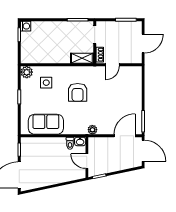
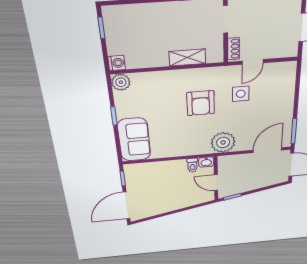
washing machine: (26, 26) -> (117, 63), moved
shelving: (82, 58) -> (187, 57), moved
side table: (46, 83) -> (241, 94), moved
sofa: (46, 124) -> (134, 140), moved, turned 90
plant: (92, 130) -> (223, 142), width x1.87, depth x1.87

